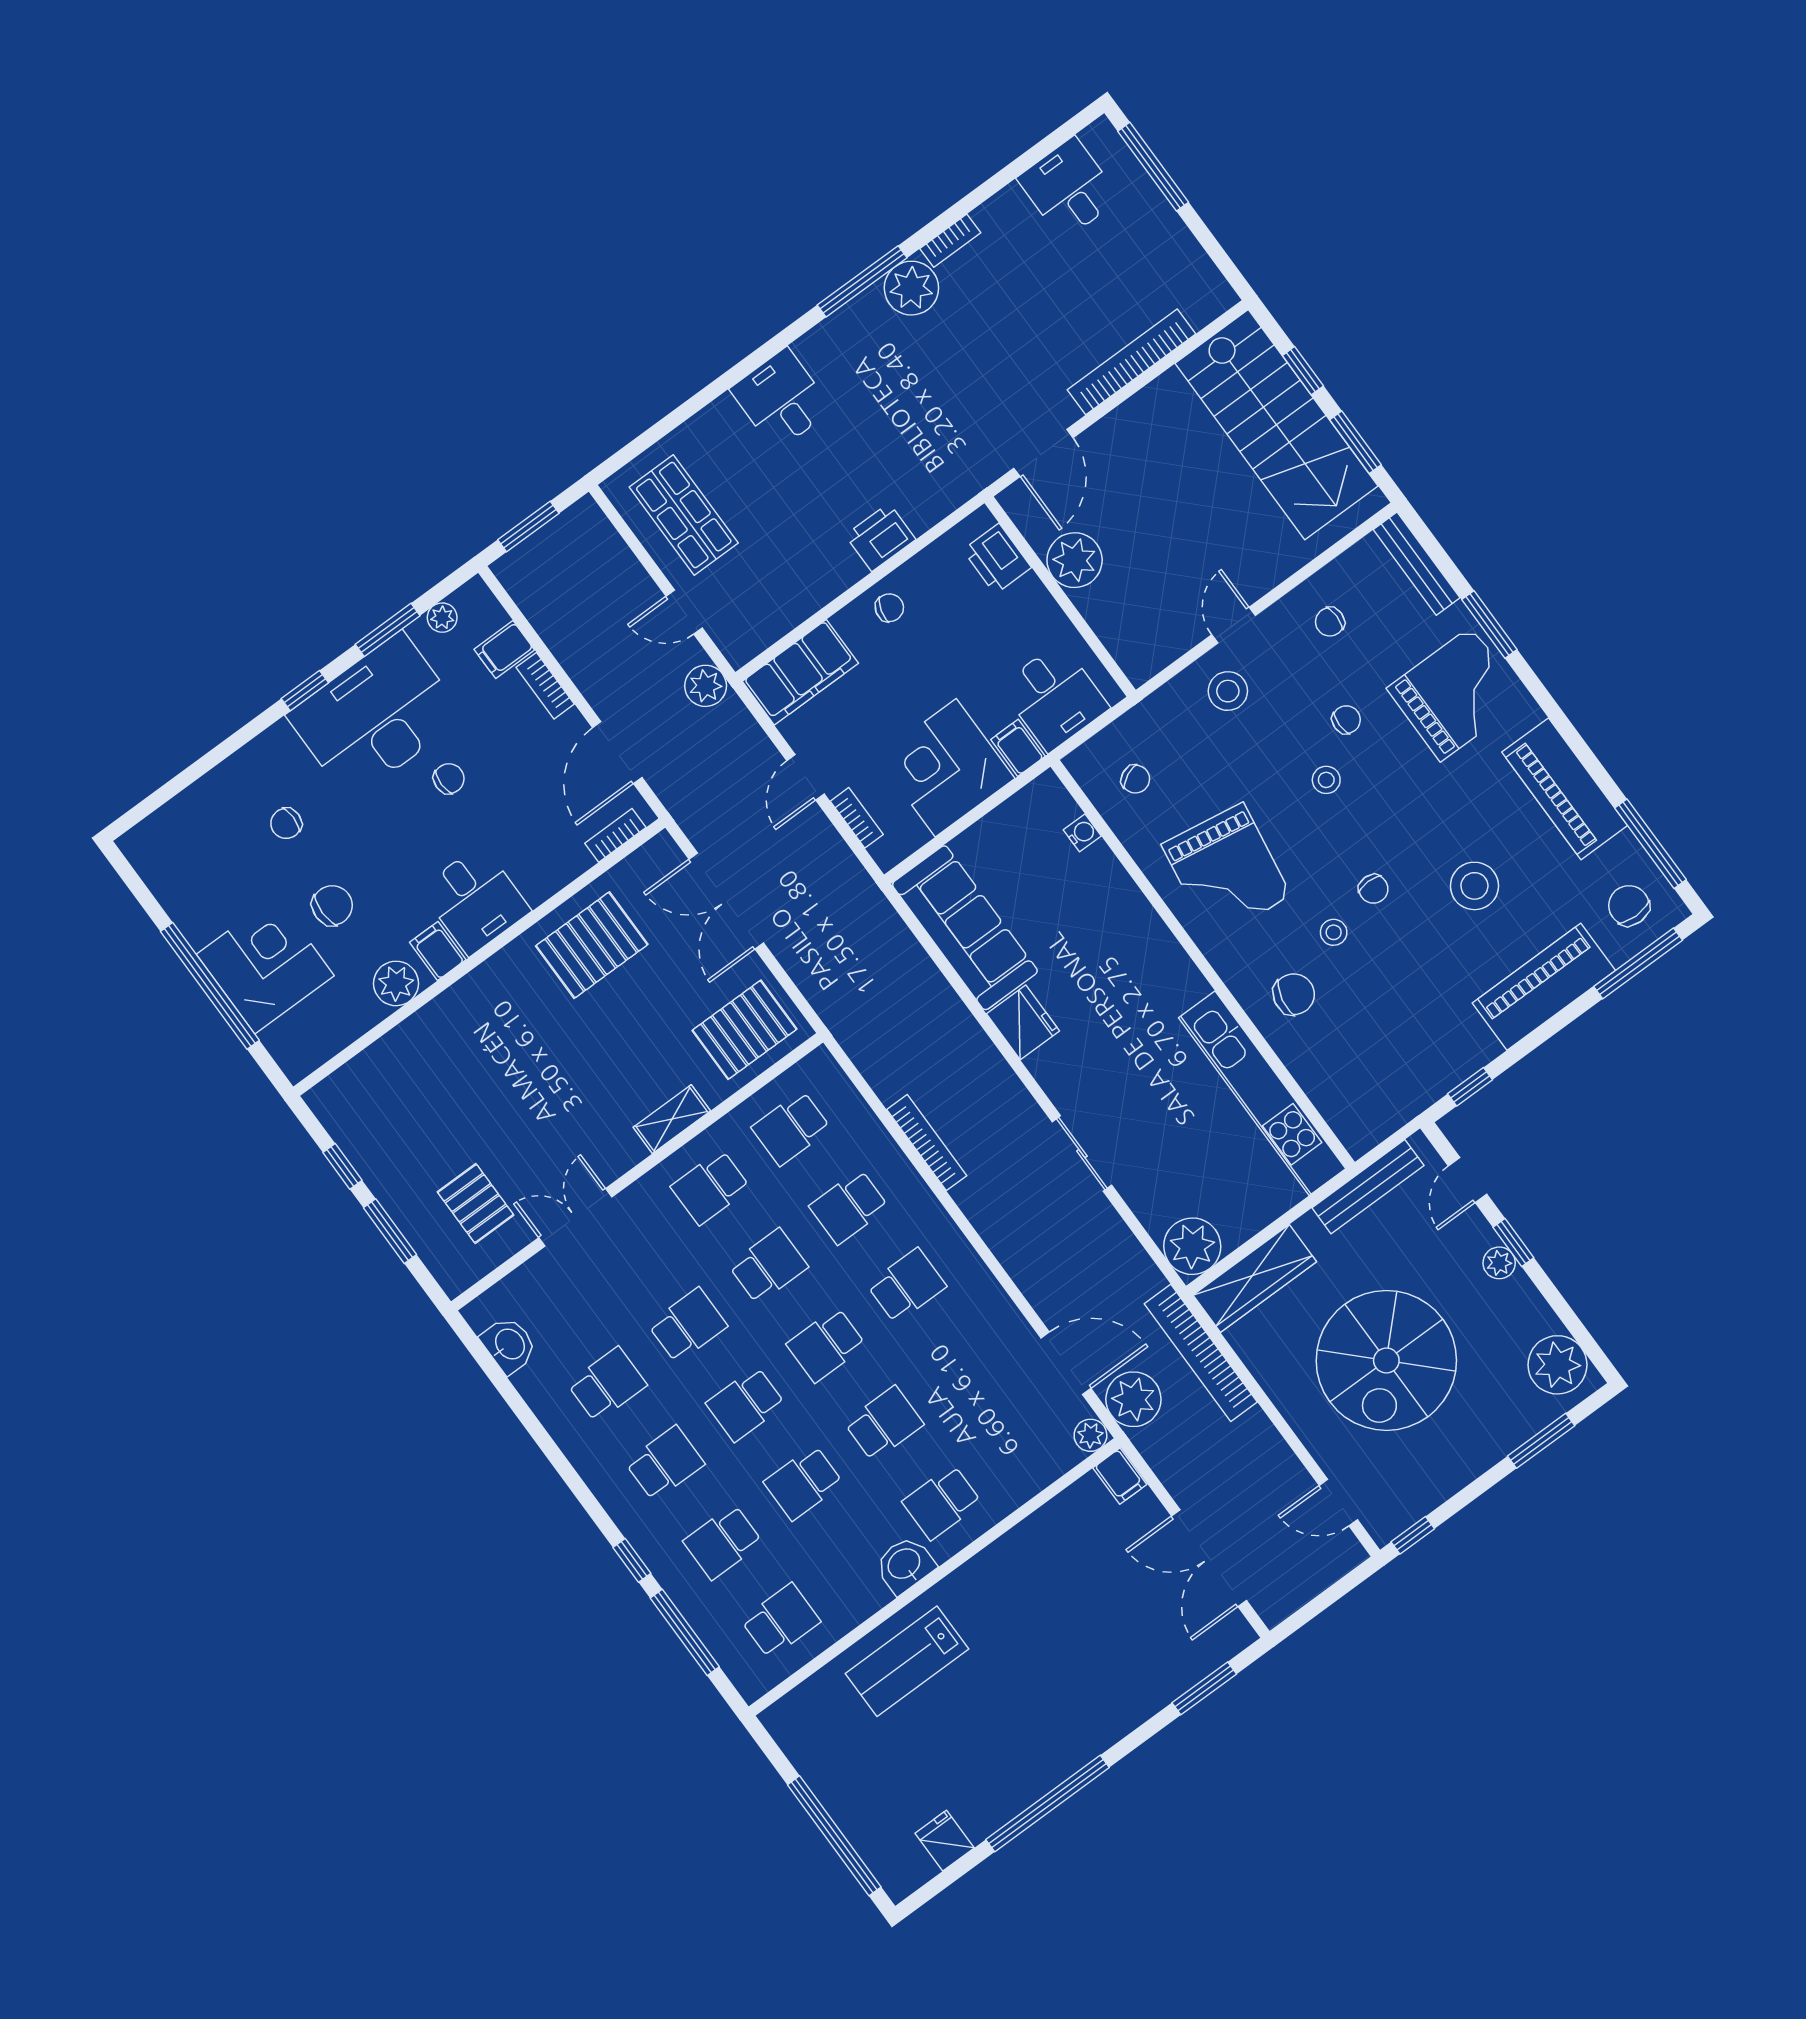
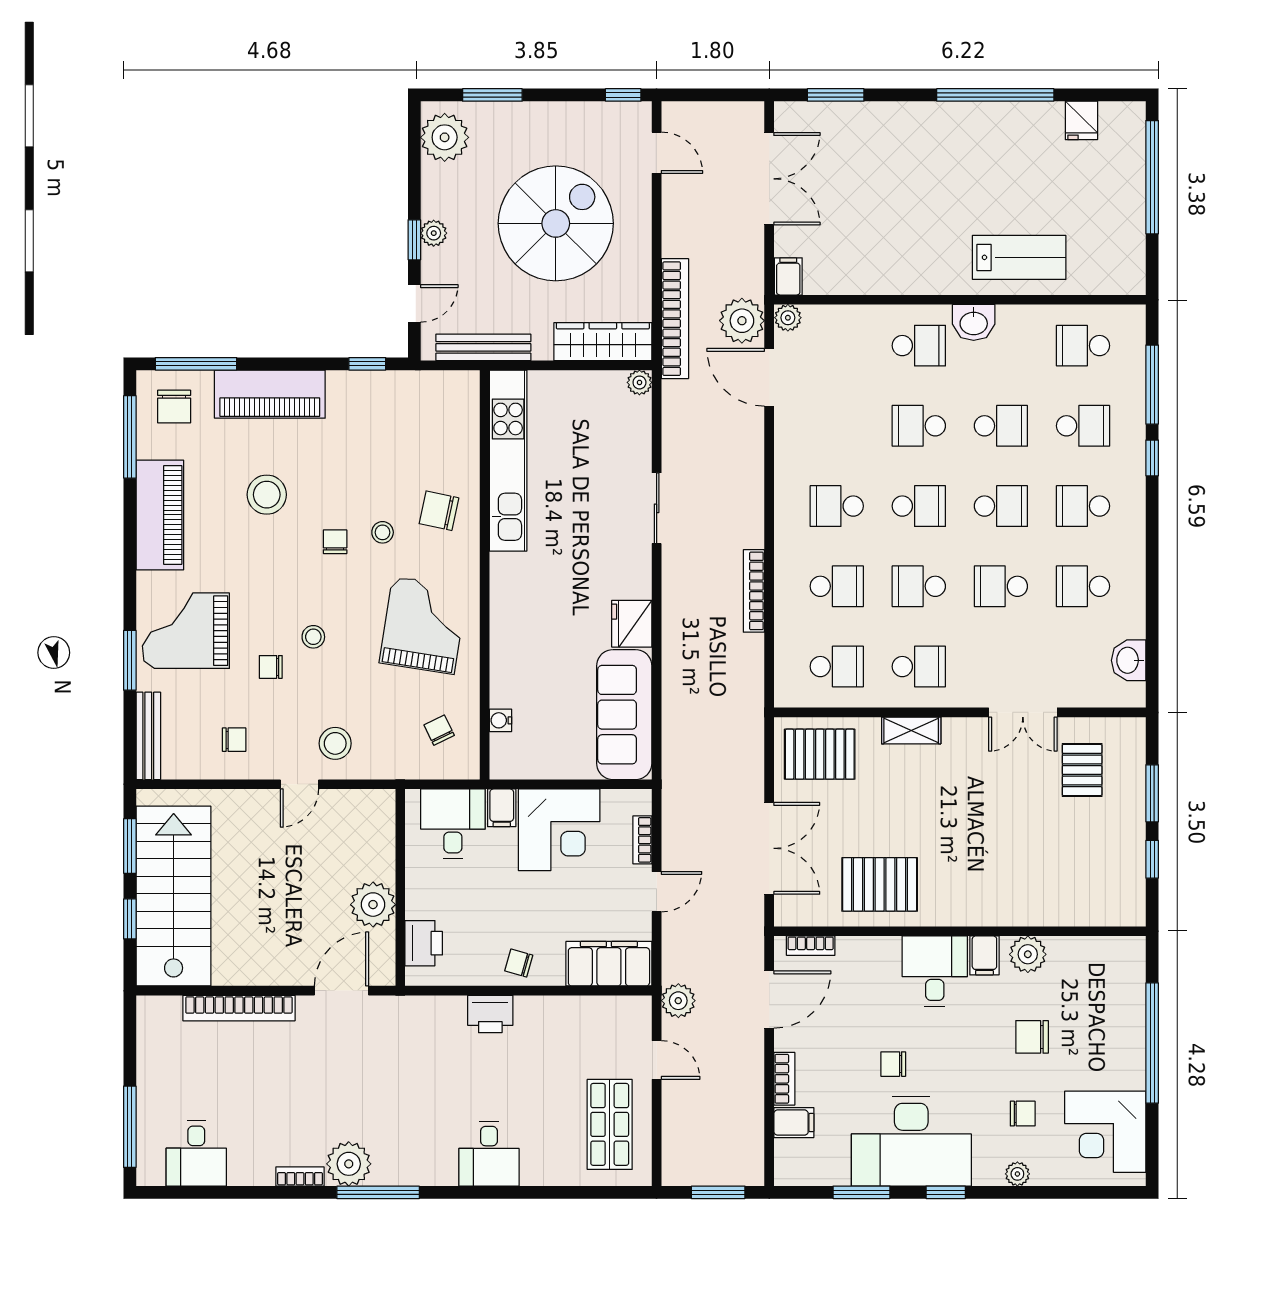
plant: (442, 618) -> (1017, 1174), moved
corner desk: (265, 965) -> (1105, 1132), moved
plant: (1192, 1246) -> (639, 382), width x0.53, depth x0.53

